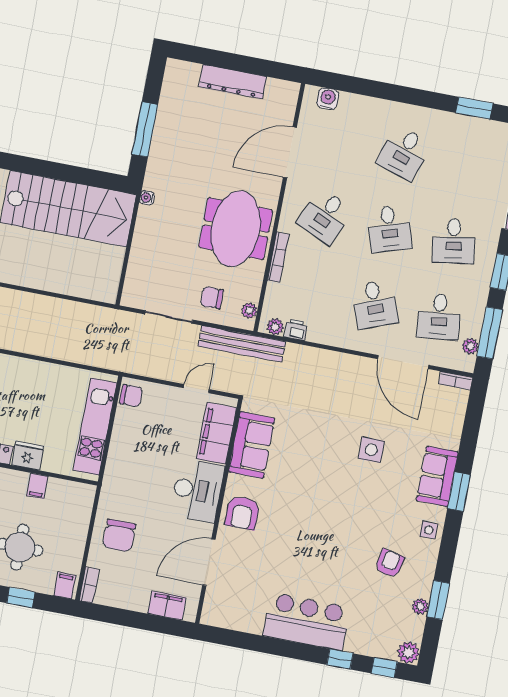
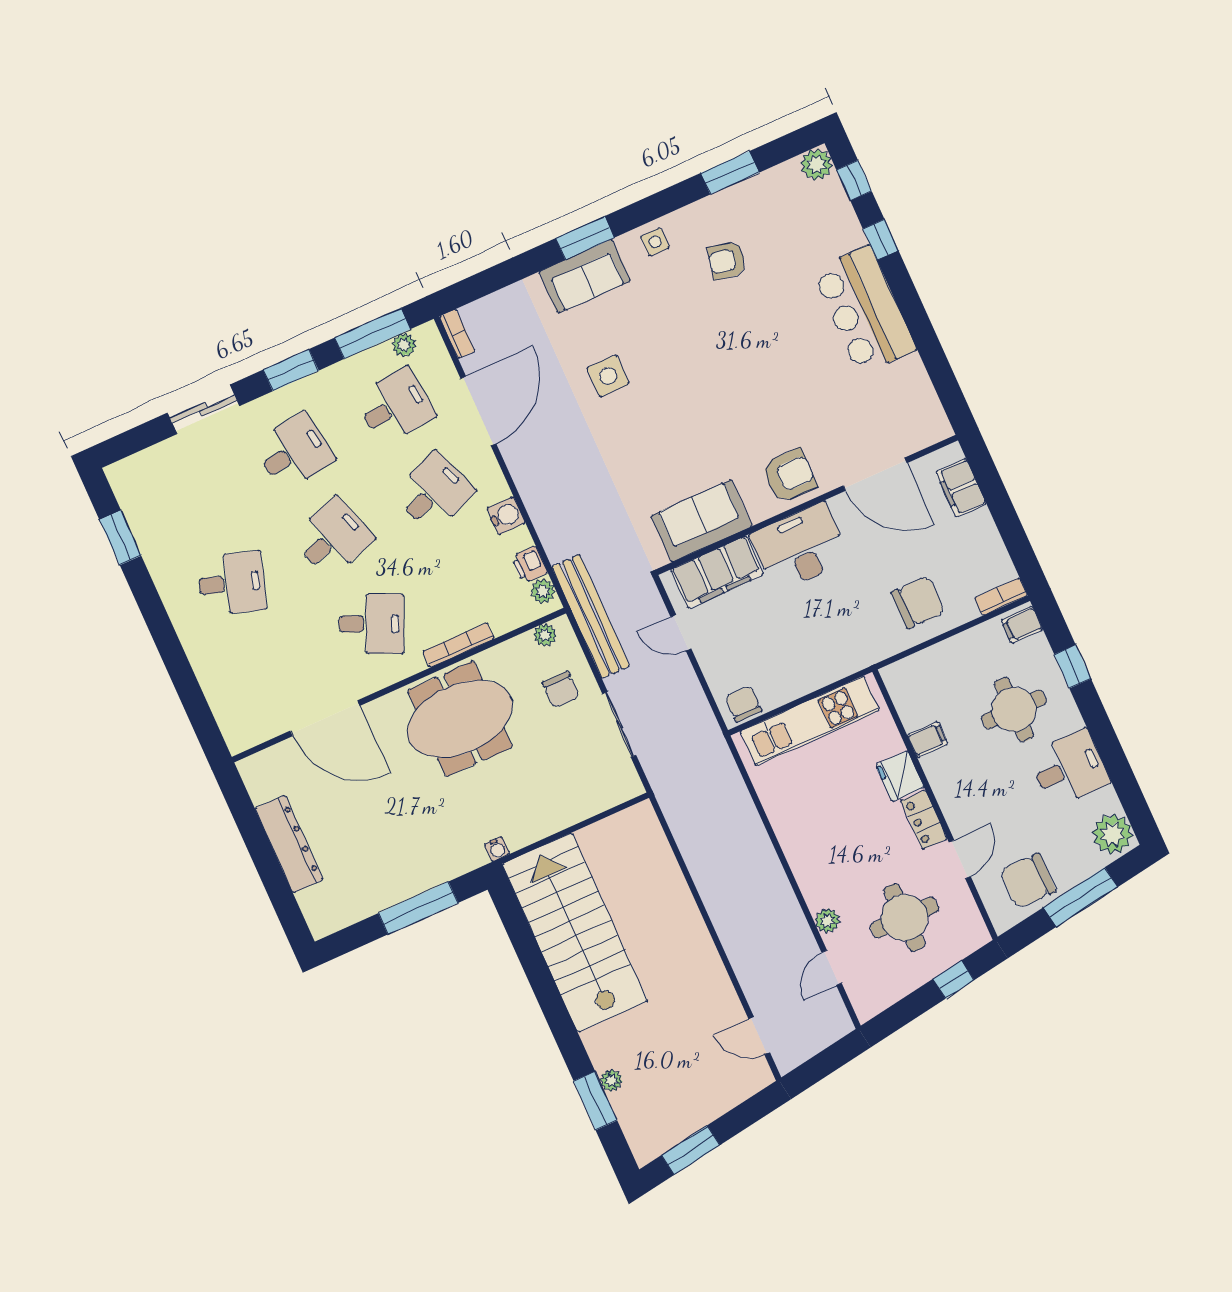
water cooler: (328, 99) -> (506, 516), moved, turned 180
plant: (420, 606) -> (752, 189), removed

